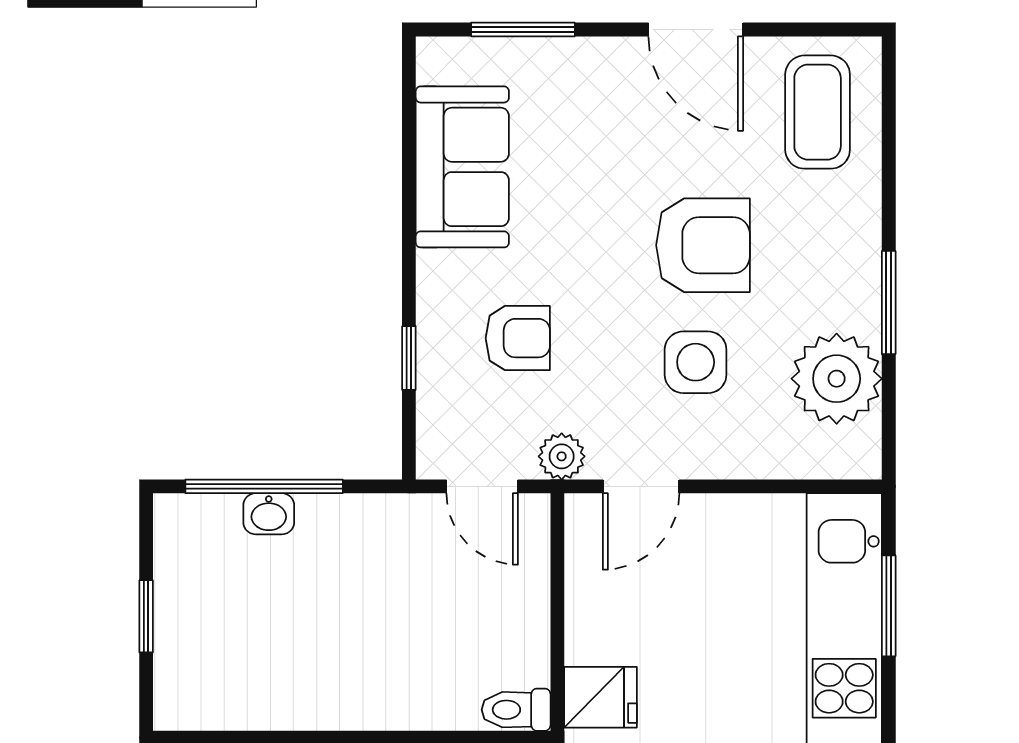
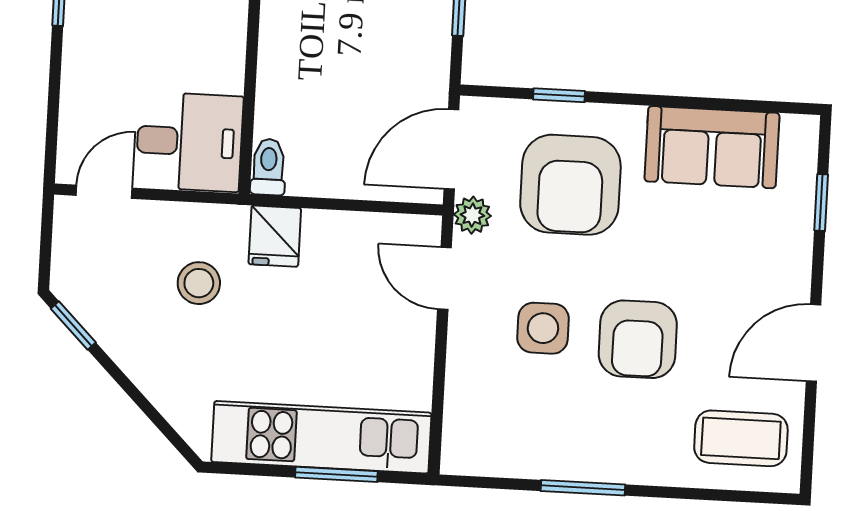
window: (523, 29) -> (821, 202), width x0.67
armchair: (518, 338) -> (570, 185), width x1.88, depth x1.88
plant: (837, 379) -> (523, 442), removed
door: (482, 486) -> (451, 149), width x1.38

